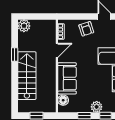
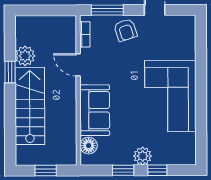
window: (75, 16) -> (107, 10), added
plant: (24, 26) -> (25, 56), moved
door: (57, 50) -> (78, 65), swing flipped

